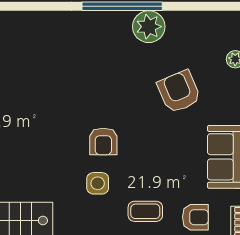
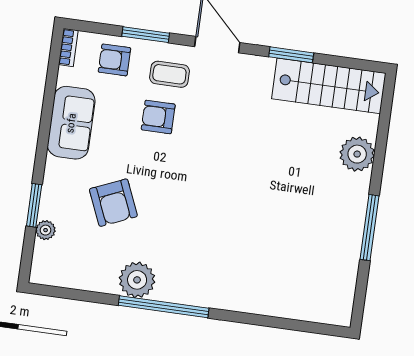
armchair: (103, 141) -> (158, 117), moved, turned -90
side table: (98, 183) -> (218, 113), removed

